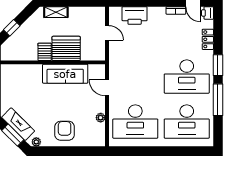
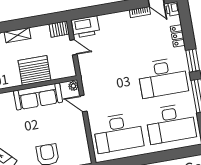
printer: (135, 16) -> (86, 27), moved
server rack: (45, 52) -> (59, 29), moved, turned -90
plant: (101, 118) -> (73, 86), moved

